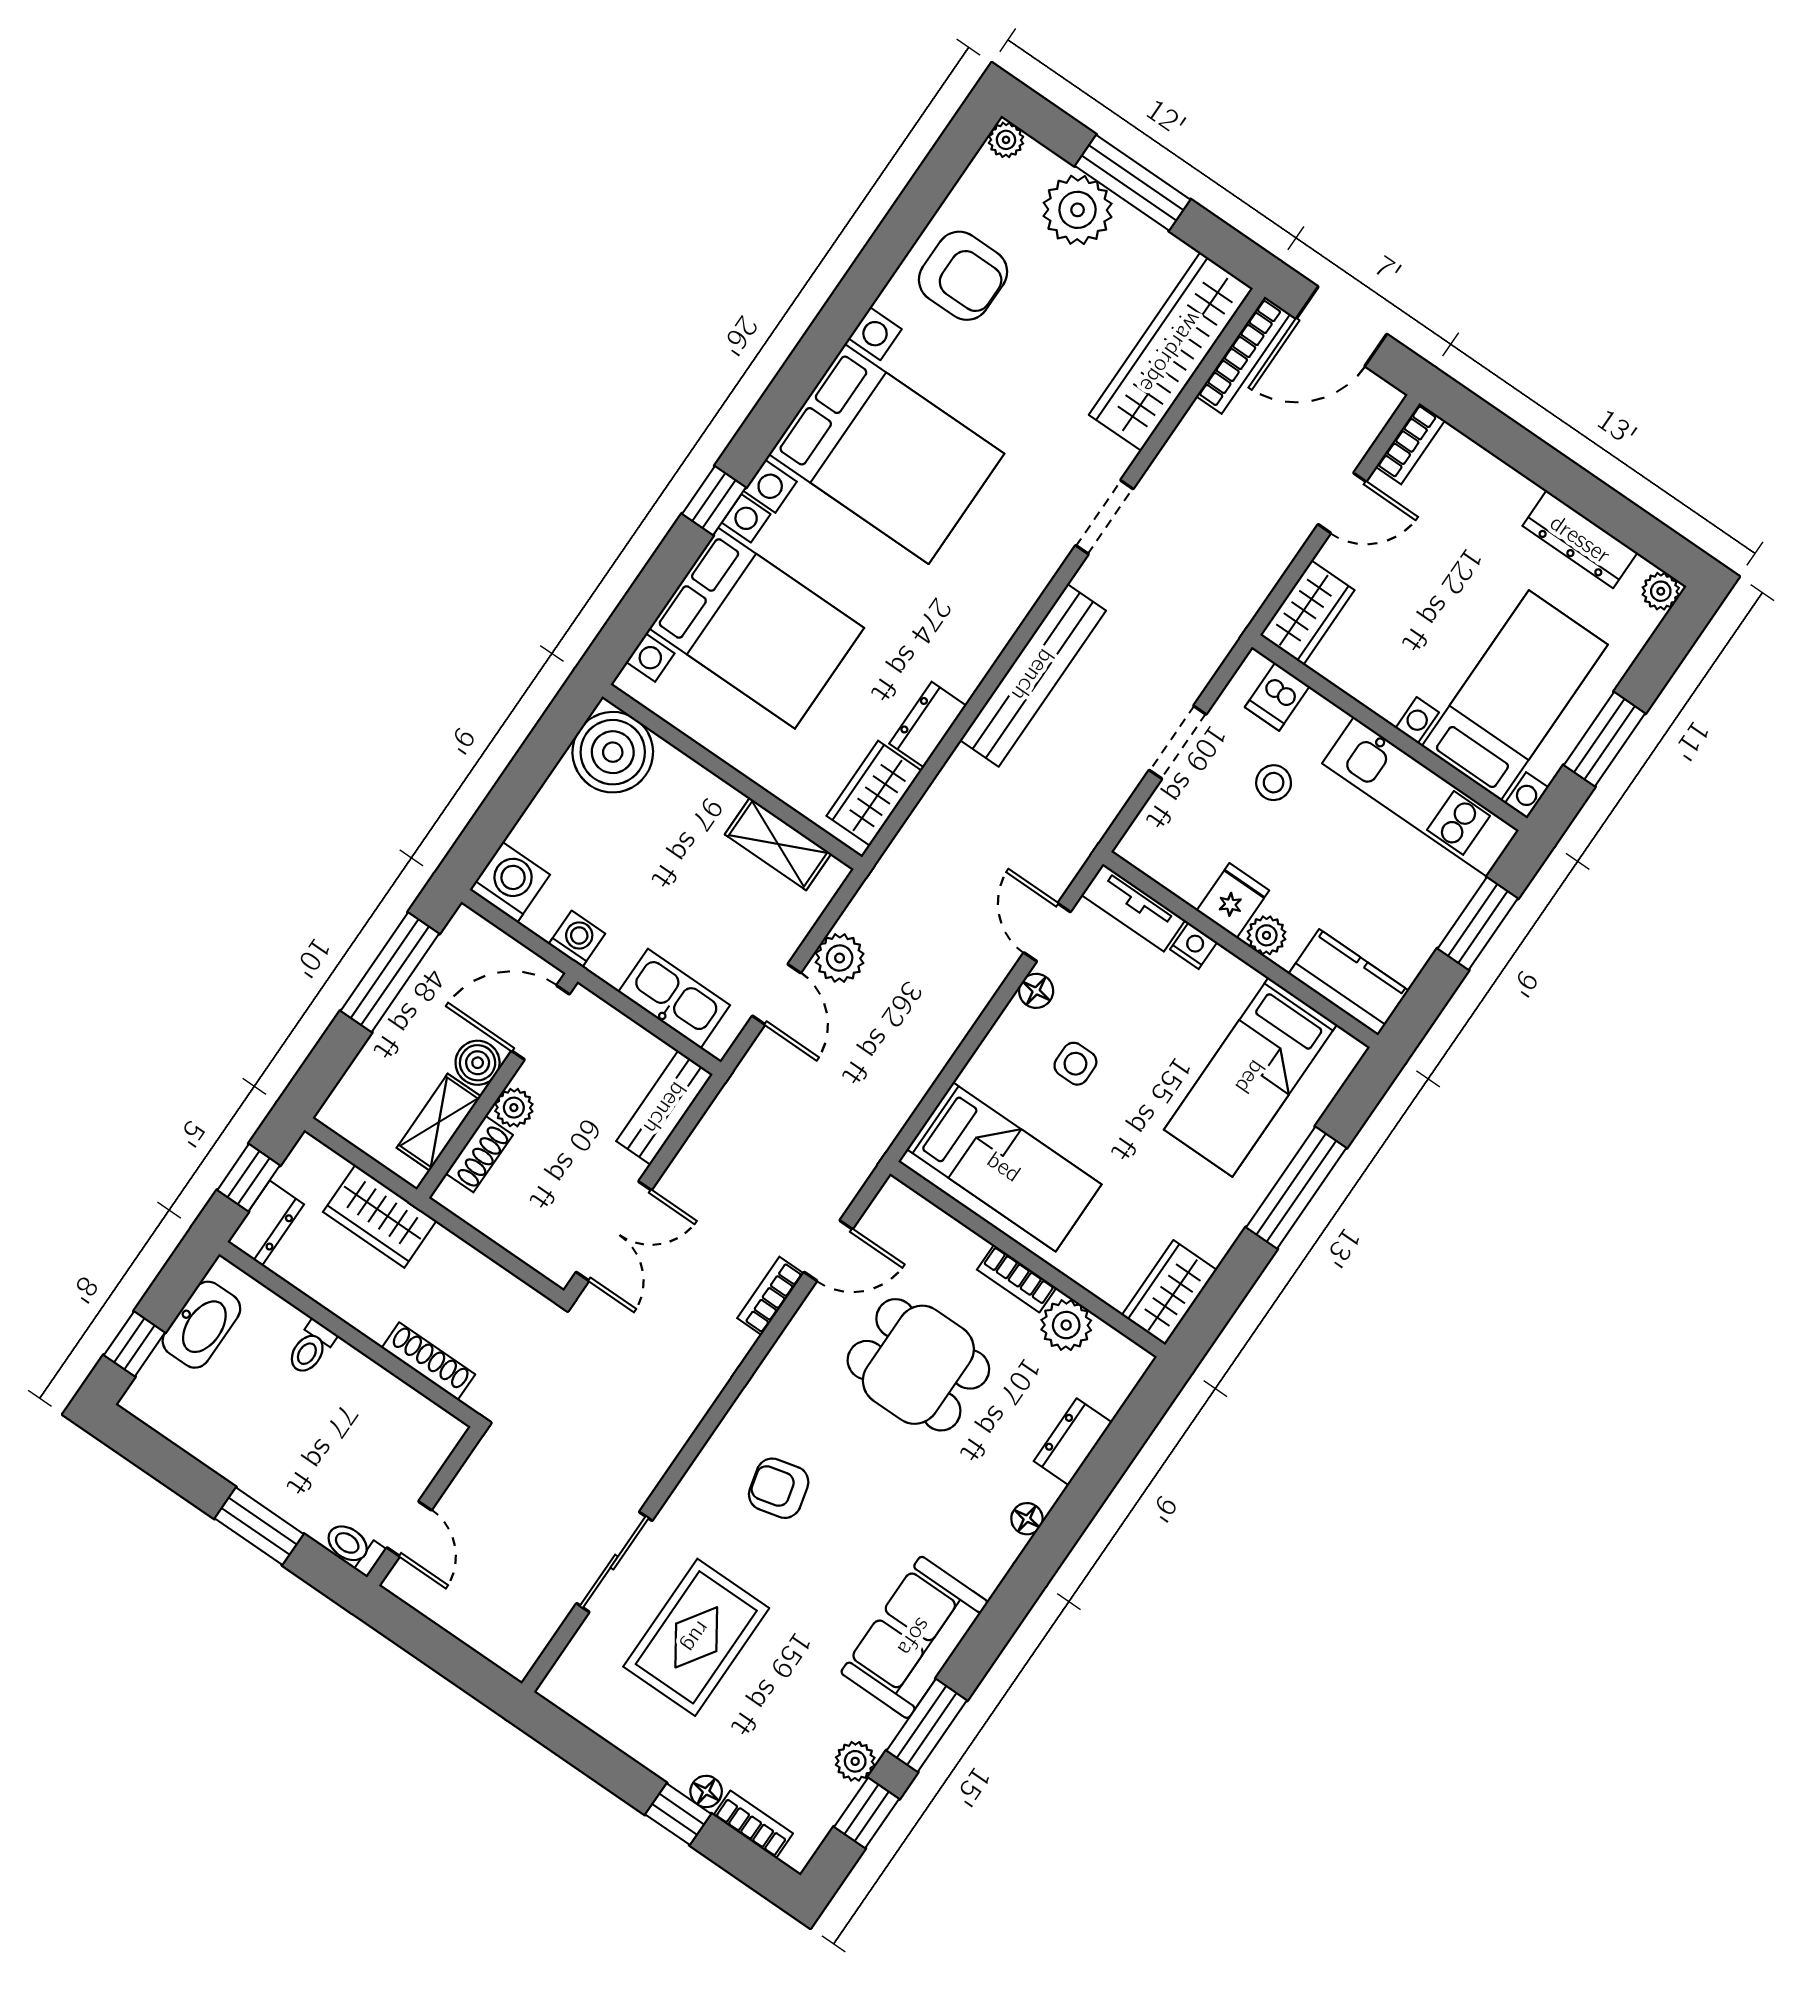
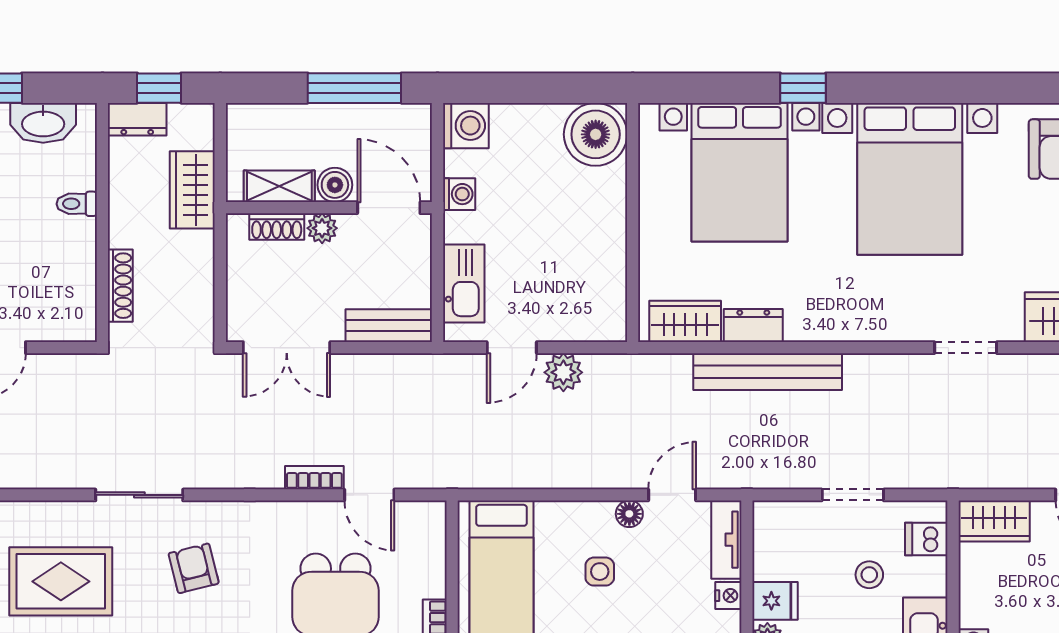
bench: (1033, 675) -> (768, 372), moved
shelving: (778, 844) -> (610, 282), removed
sliding door: (614, 1562) -> (139, 495), moved

